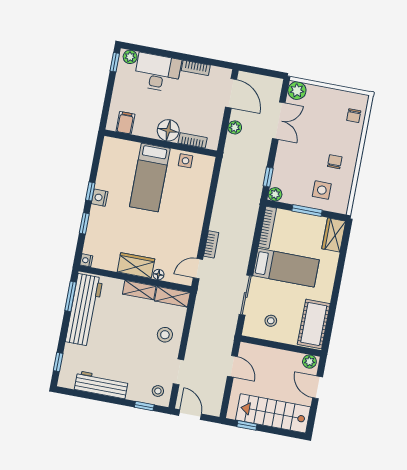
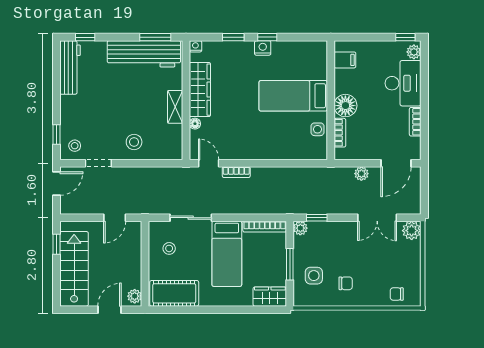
wardrobe: (136, 265) -> (200, 90), width x1.50
shelving: (172, 297) -> (175, 142), removed
workbench: (101, 385) -> (70, 67), moved

